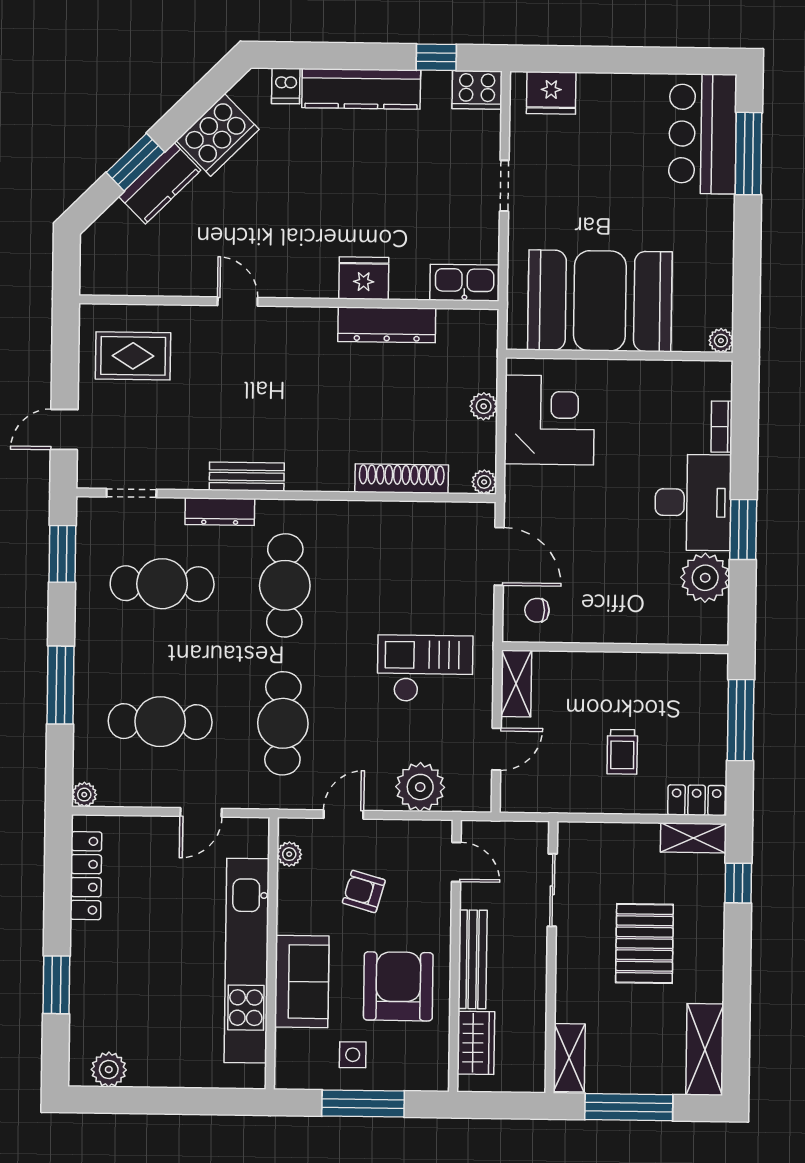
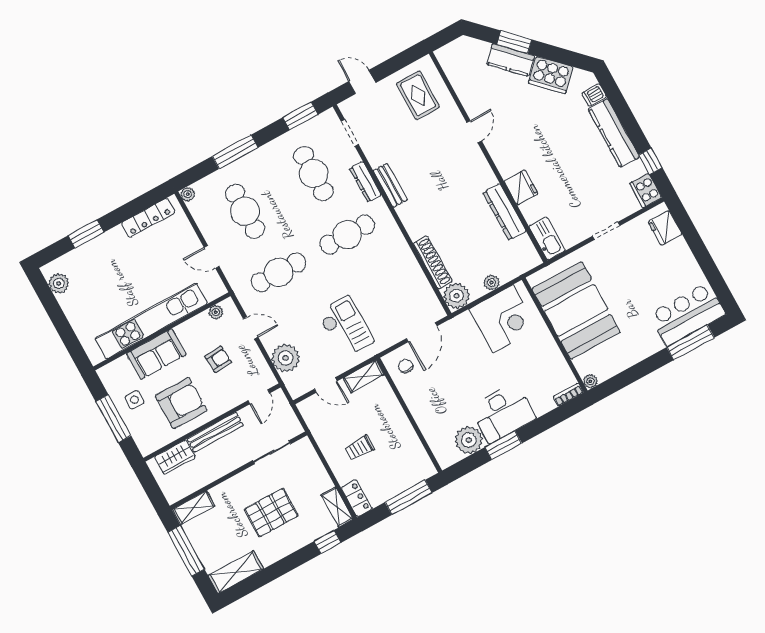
bookcase: (722, 427) -> (568, 395), moved
plant: (484, 482) -> (457, 296), width x1.87, depth x1.87
armchair: (364, 891) -> (218, 359), turned 70

